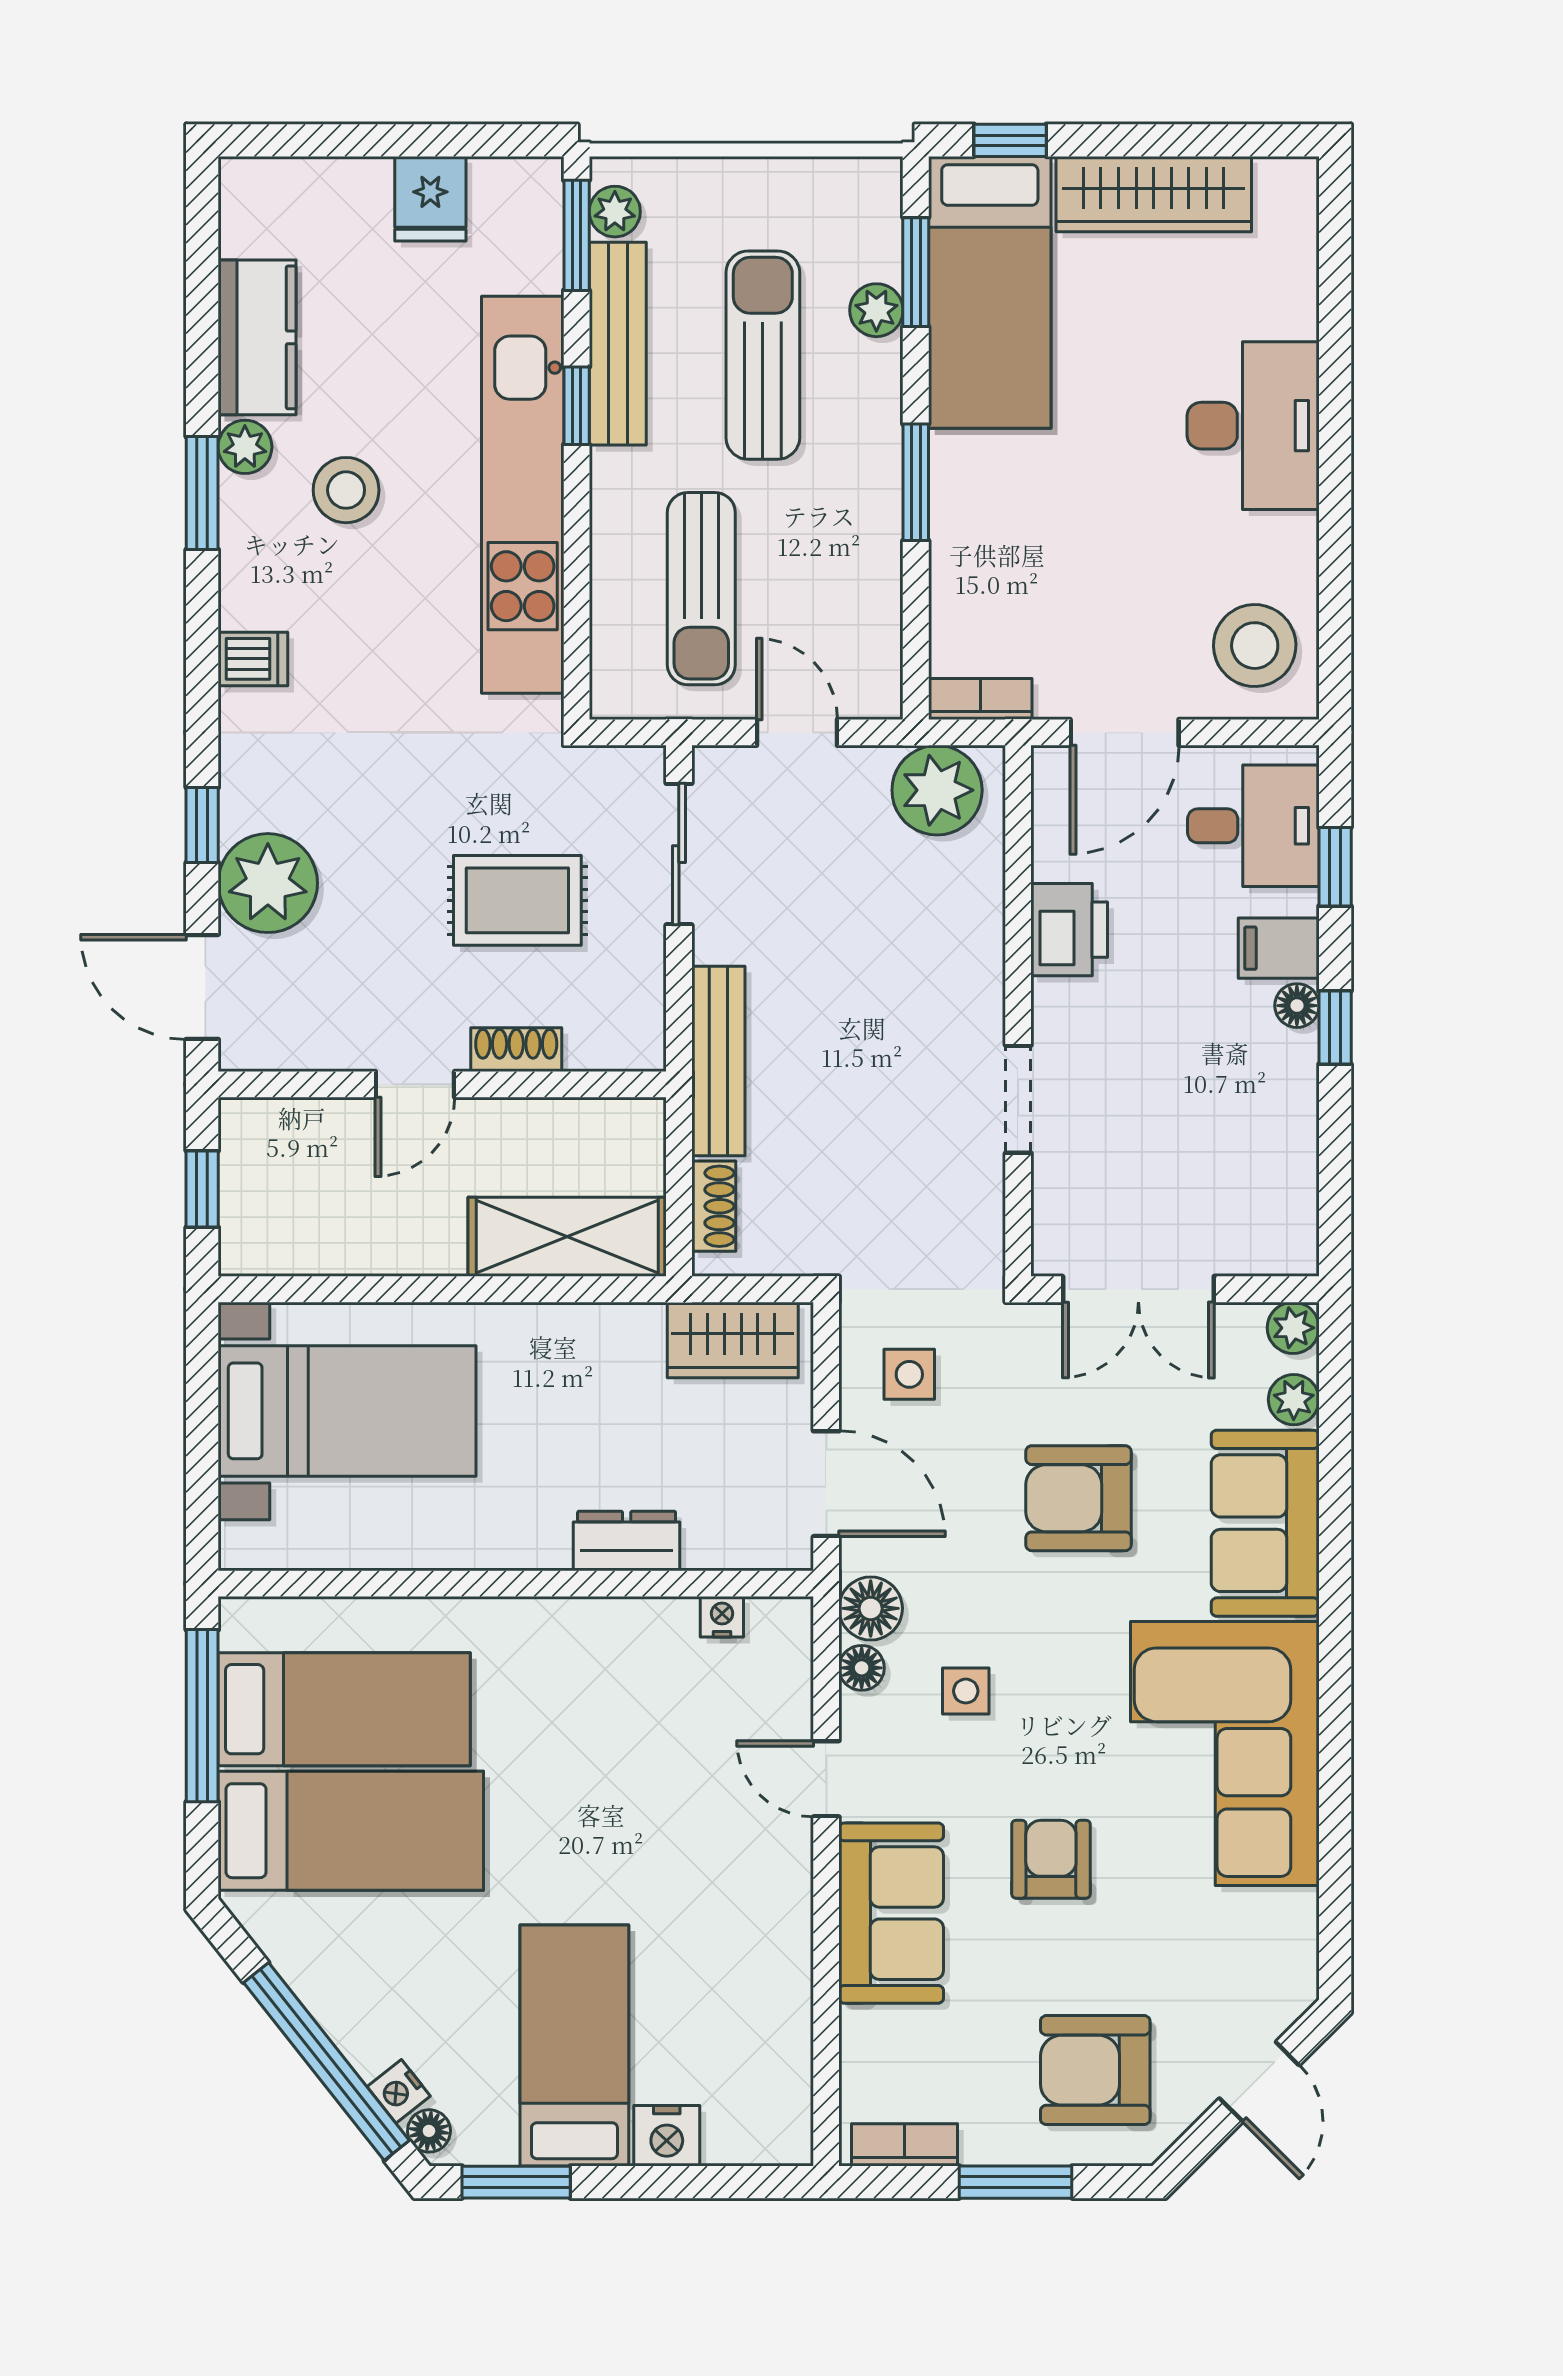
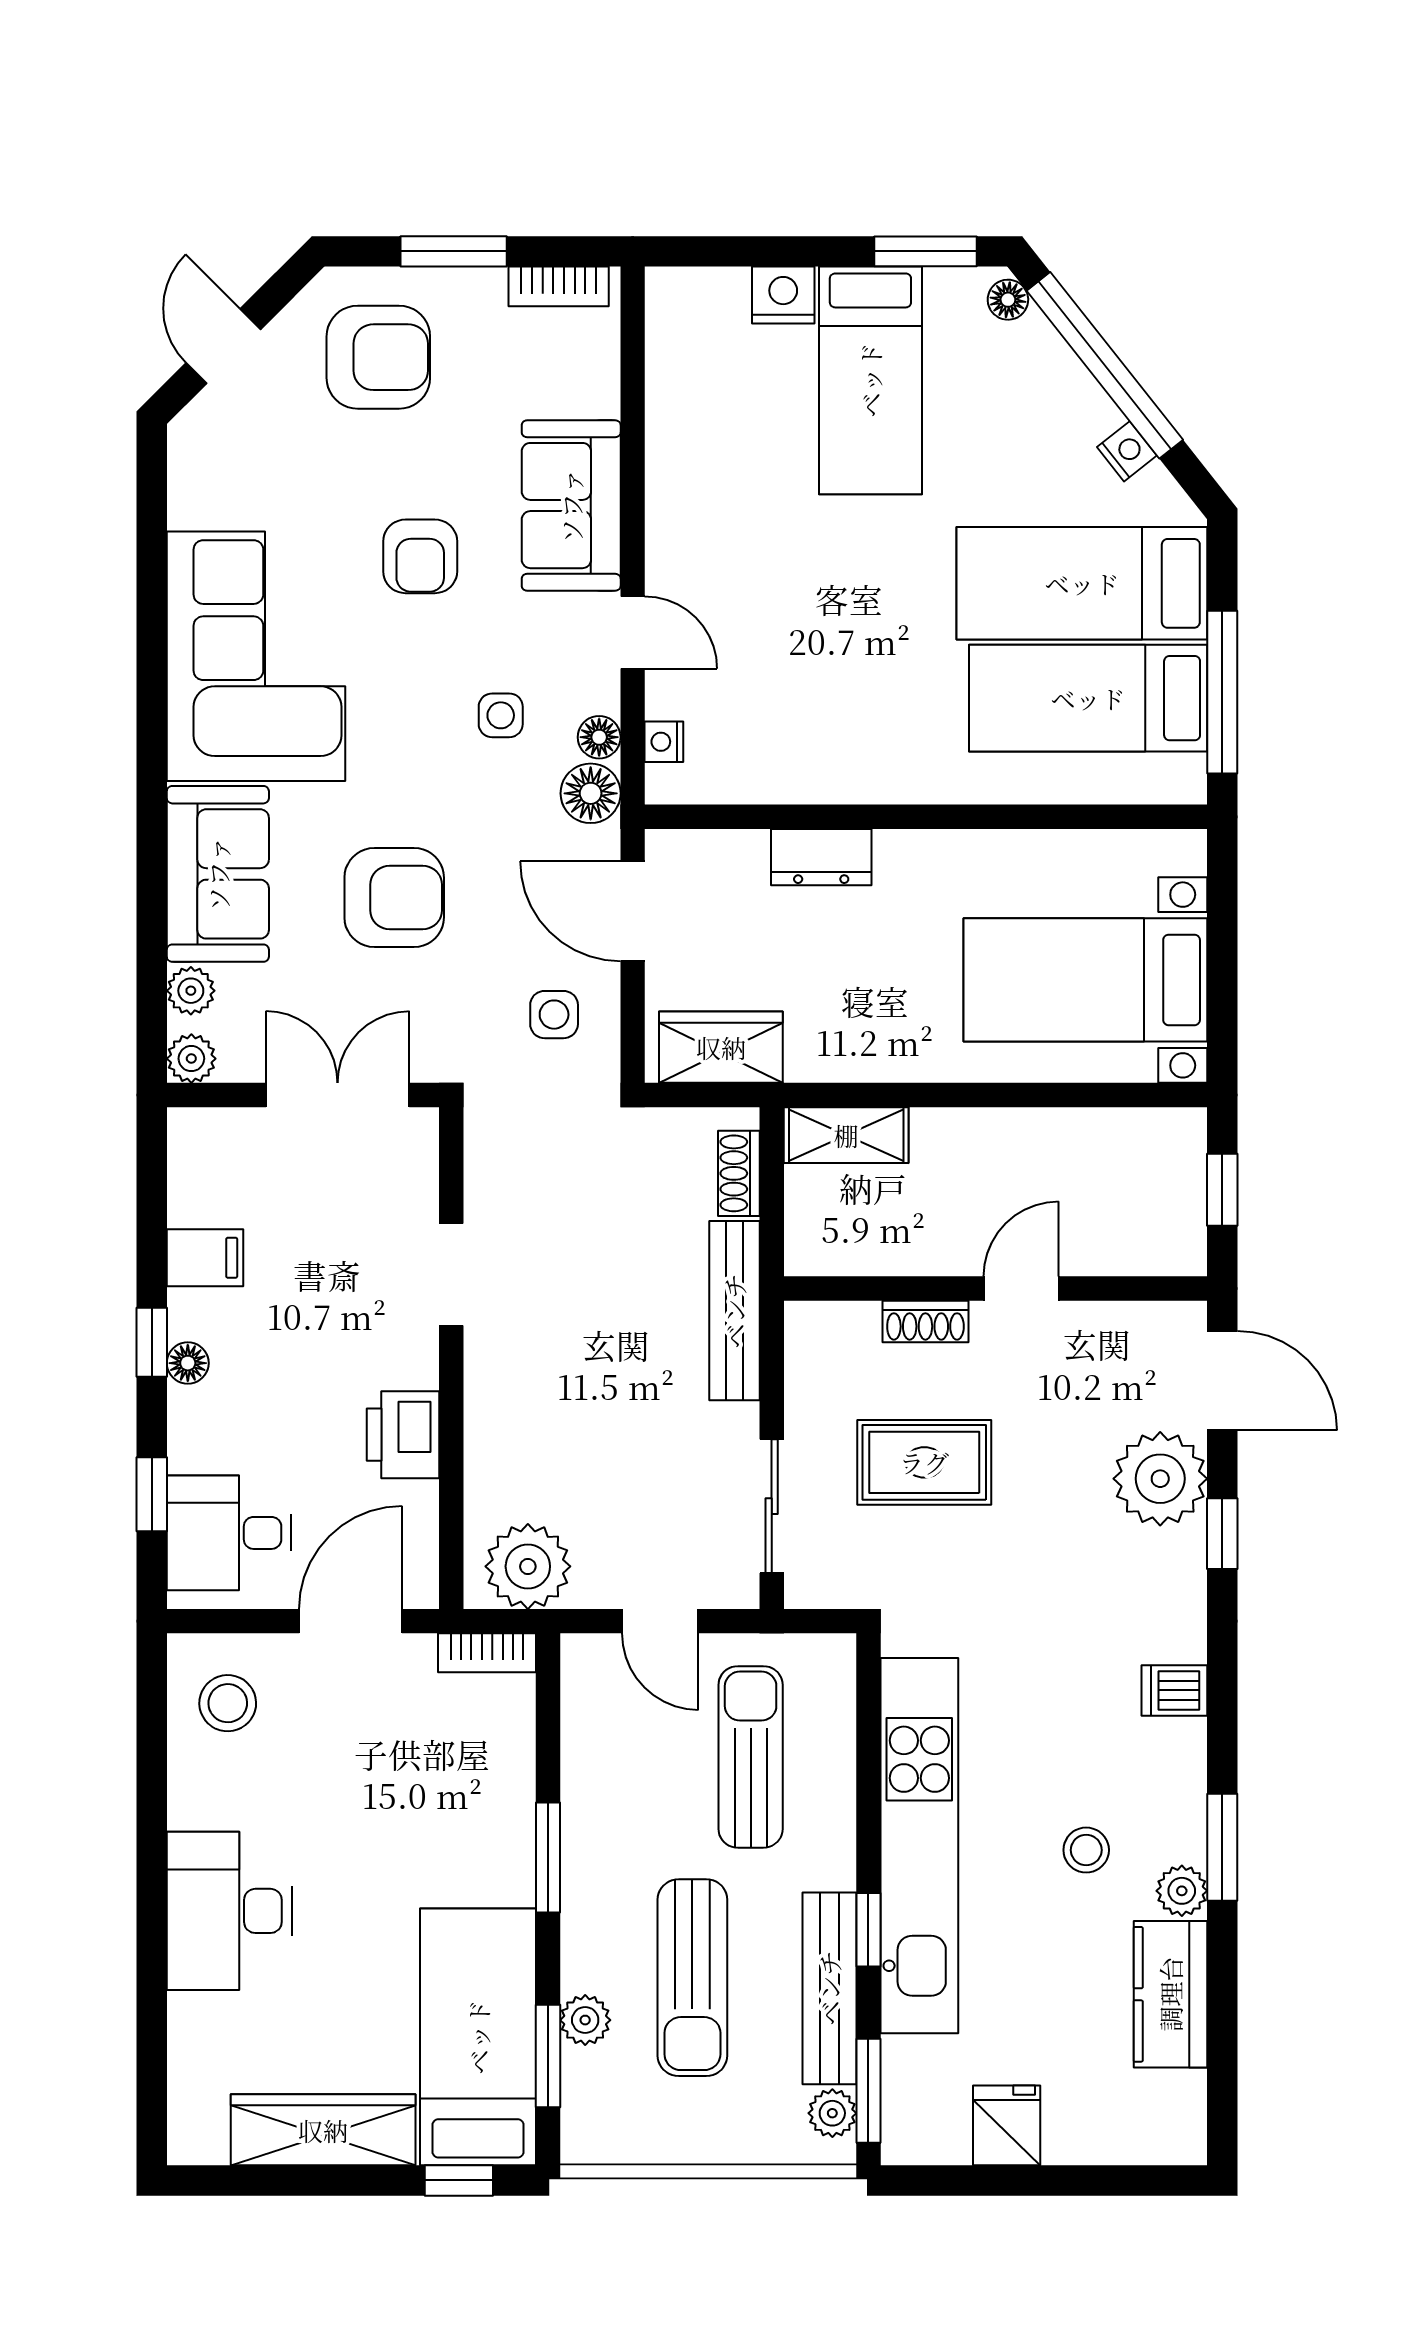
stool: (346, 490) -> (1086, 1850), width x0.73, depth x0.73
stool: (1255, 646) -> (228, 1703), width x0.73, depth x0.73
filing cabinet: (1279, 948) -> (205, 1258), moved
shelving: (567, 1237) -> (846, 1135), width x0.67, depth x0.75
nightstand: (722, 1617) -> (664, 742), moved, turned 90
nightstand: (399, 2091) -> (1127, 451), moved

